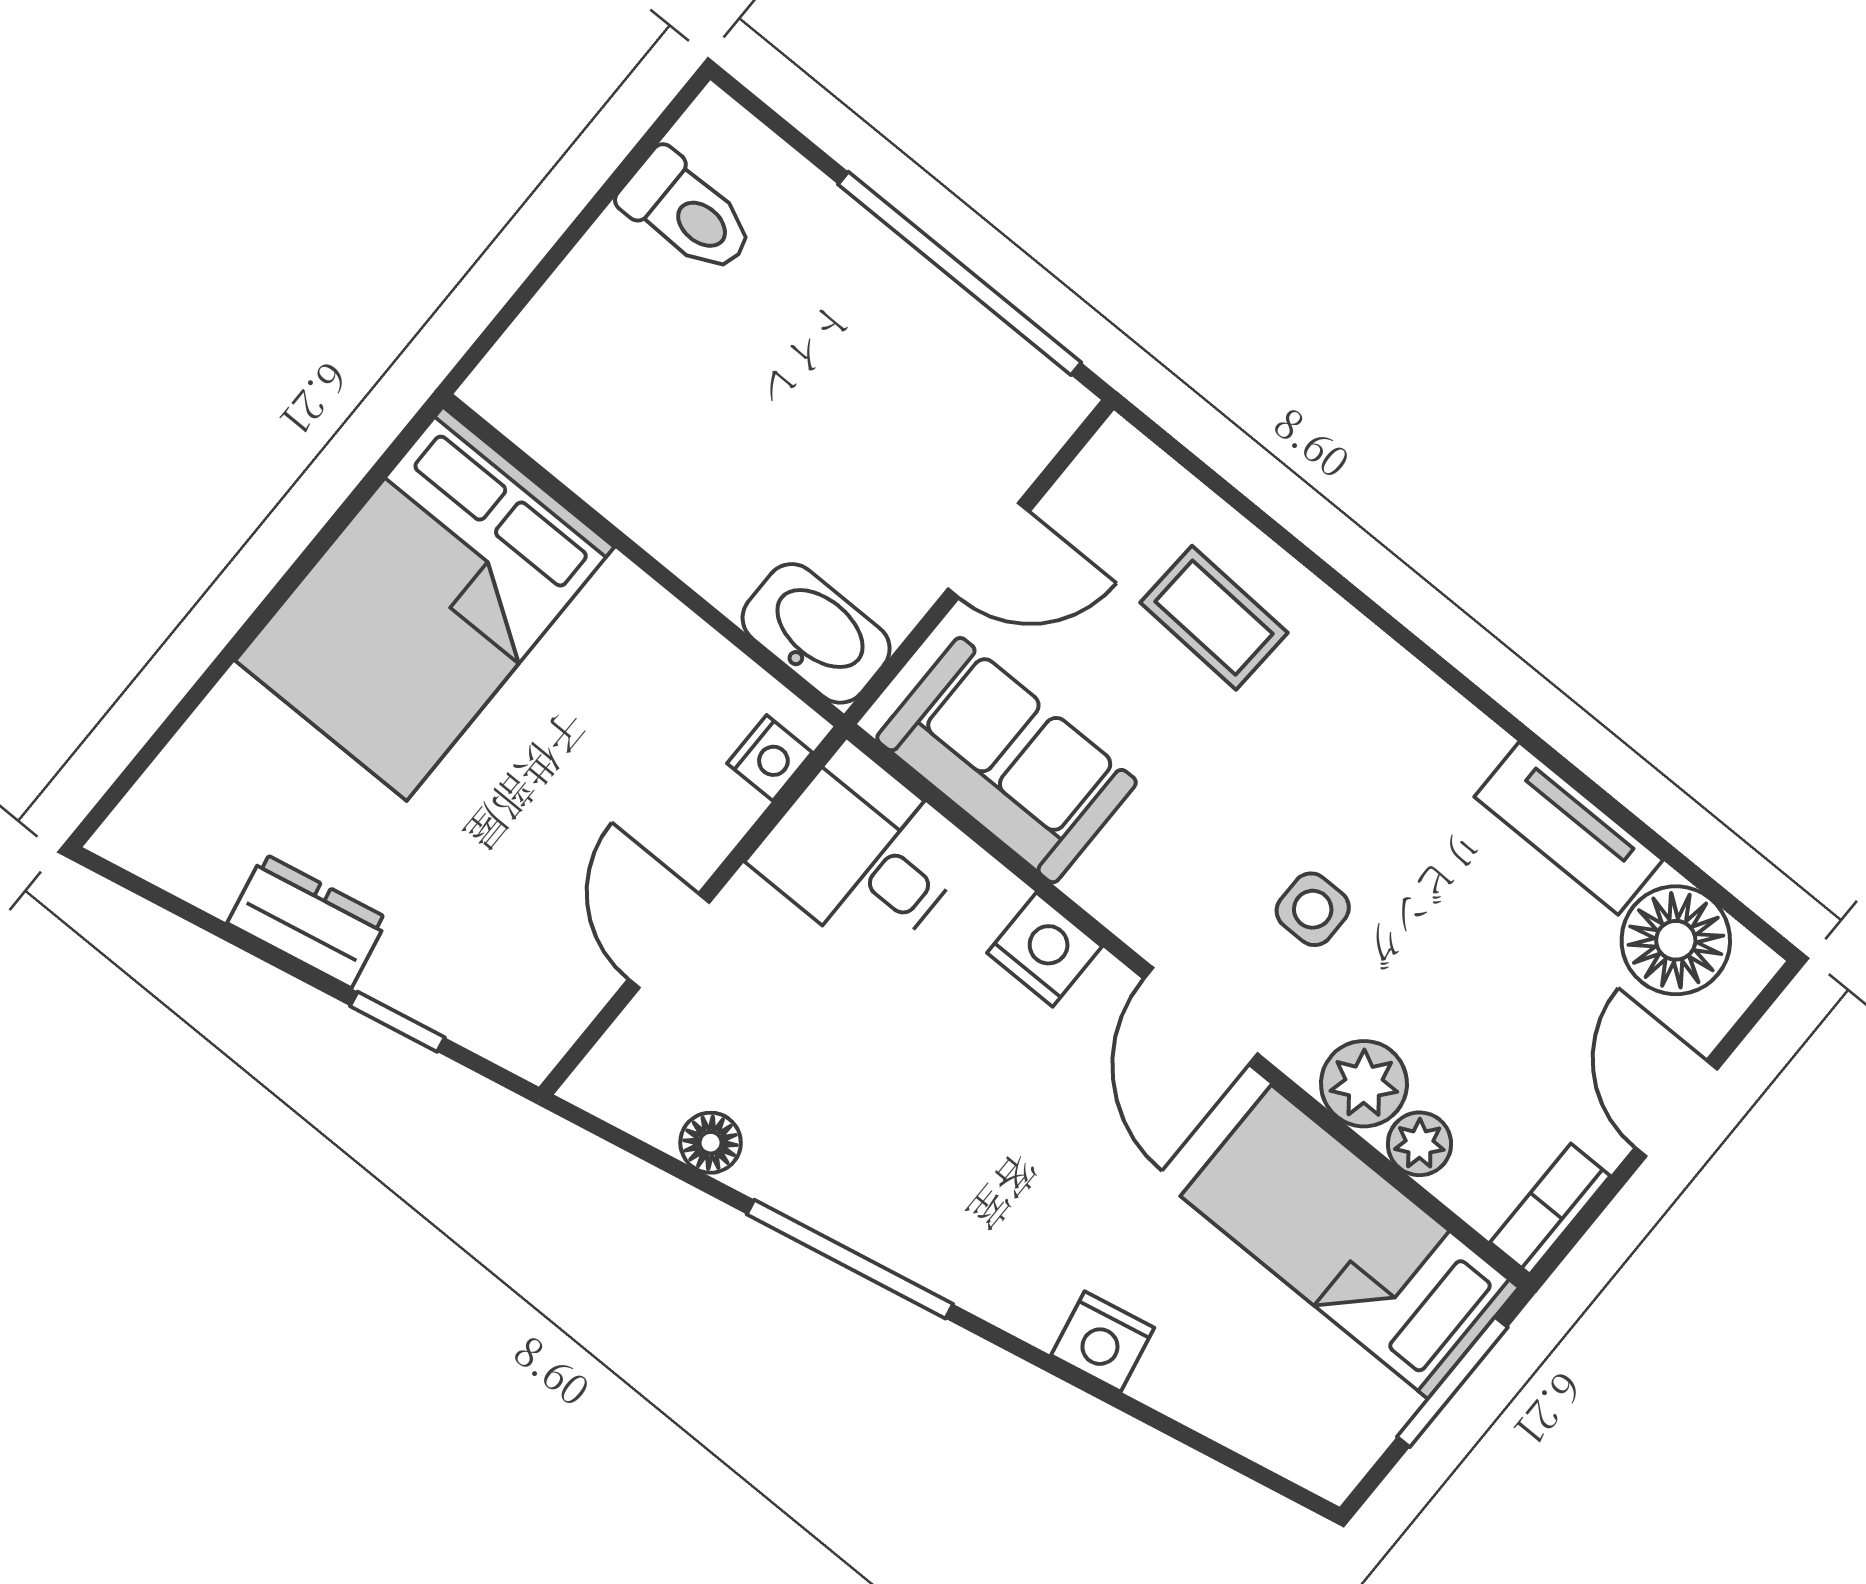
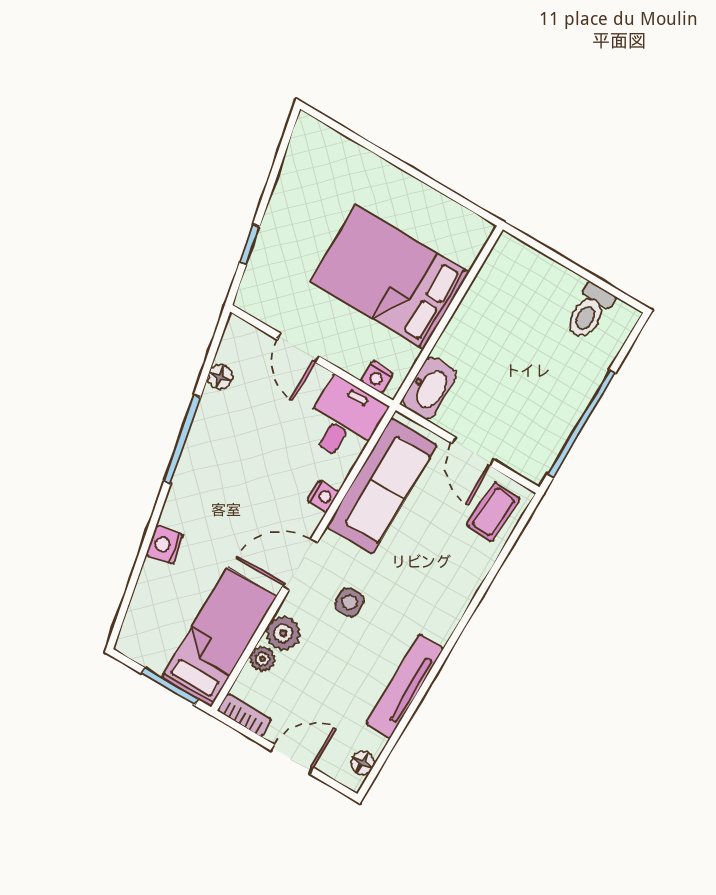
bed: (425, 604) -> (390, 277), moved
coffee table: (1214, 618) -> (493, 512), moved
sofa: (1007, 760) -> (382, 486), width x1.36
tv unit: (1569, 828) -> (405, 686), width x1.41
dresser: (308, 921) -> (284, 203), removed
floor lamp: (1676, 940) -> (363, 763), width x0.53, depth x0.53
door: (669, 941) -> (298, 348), swing flipped
nightstand: (1045, 950) -> (323, 496), width x0.72, depth x0.74

